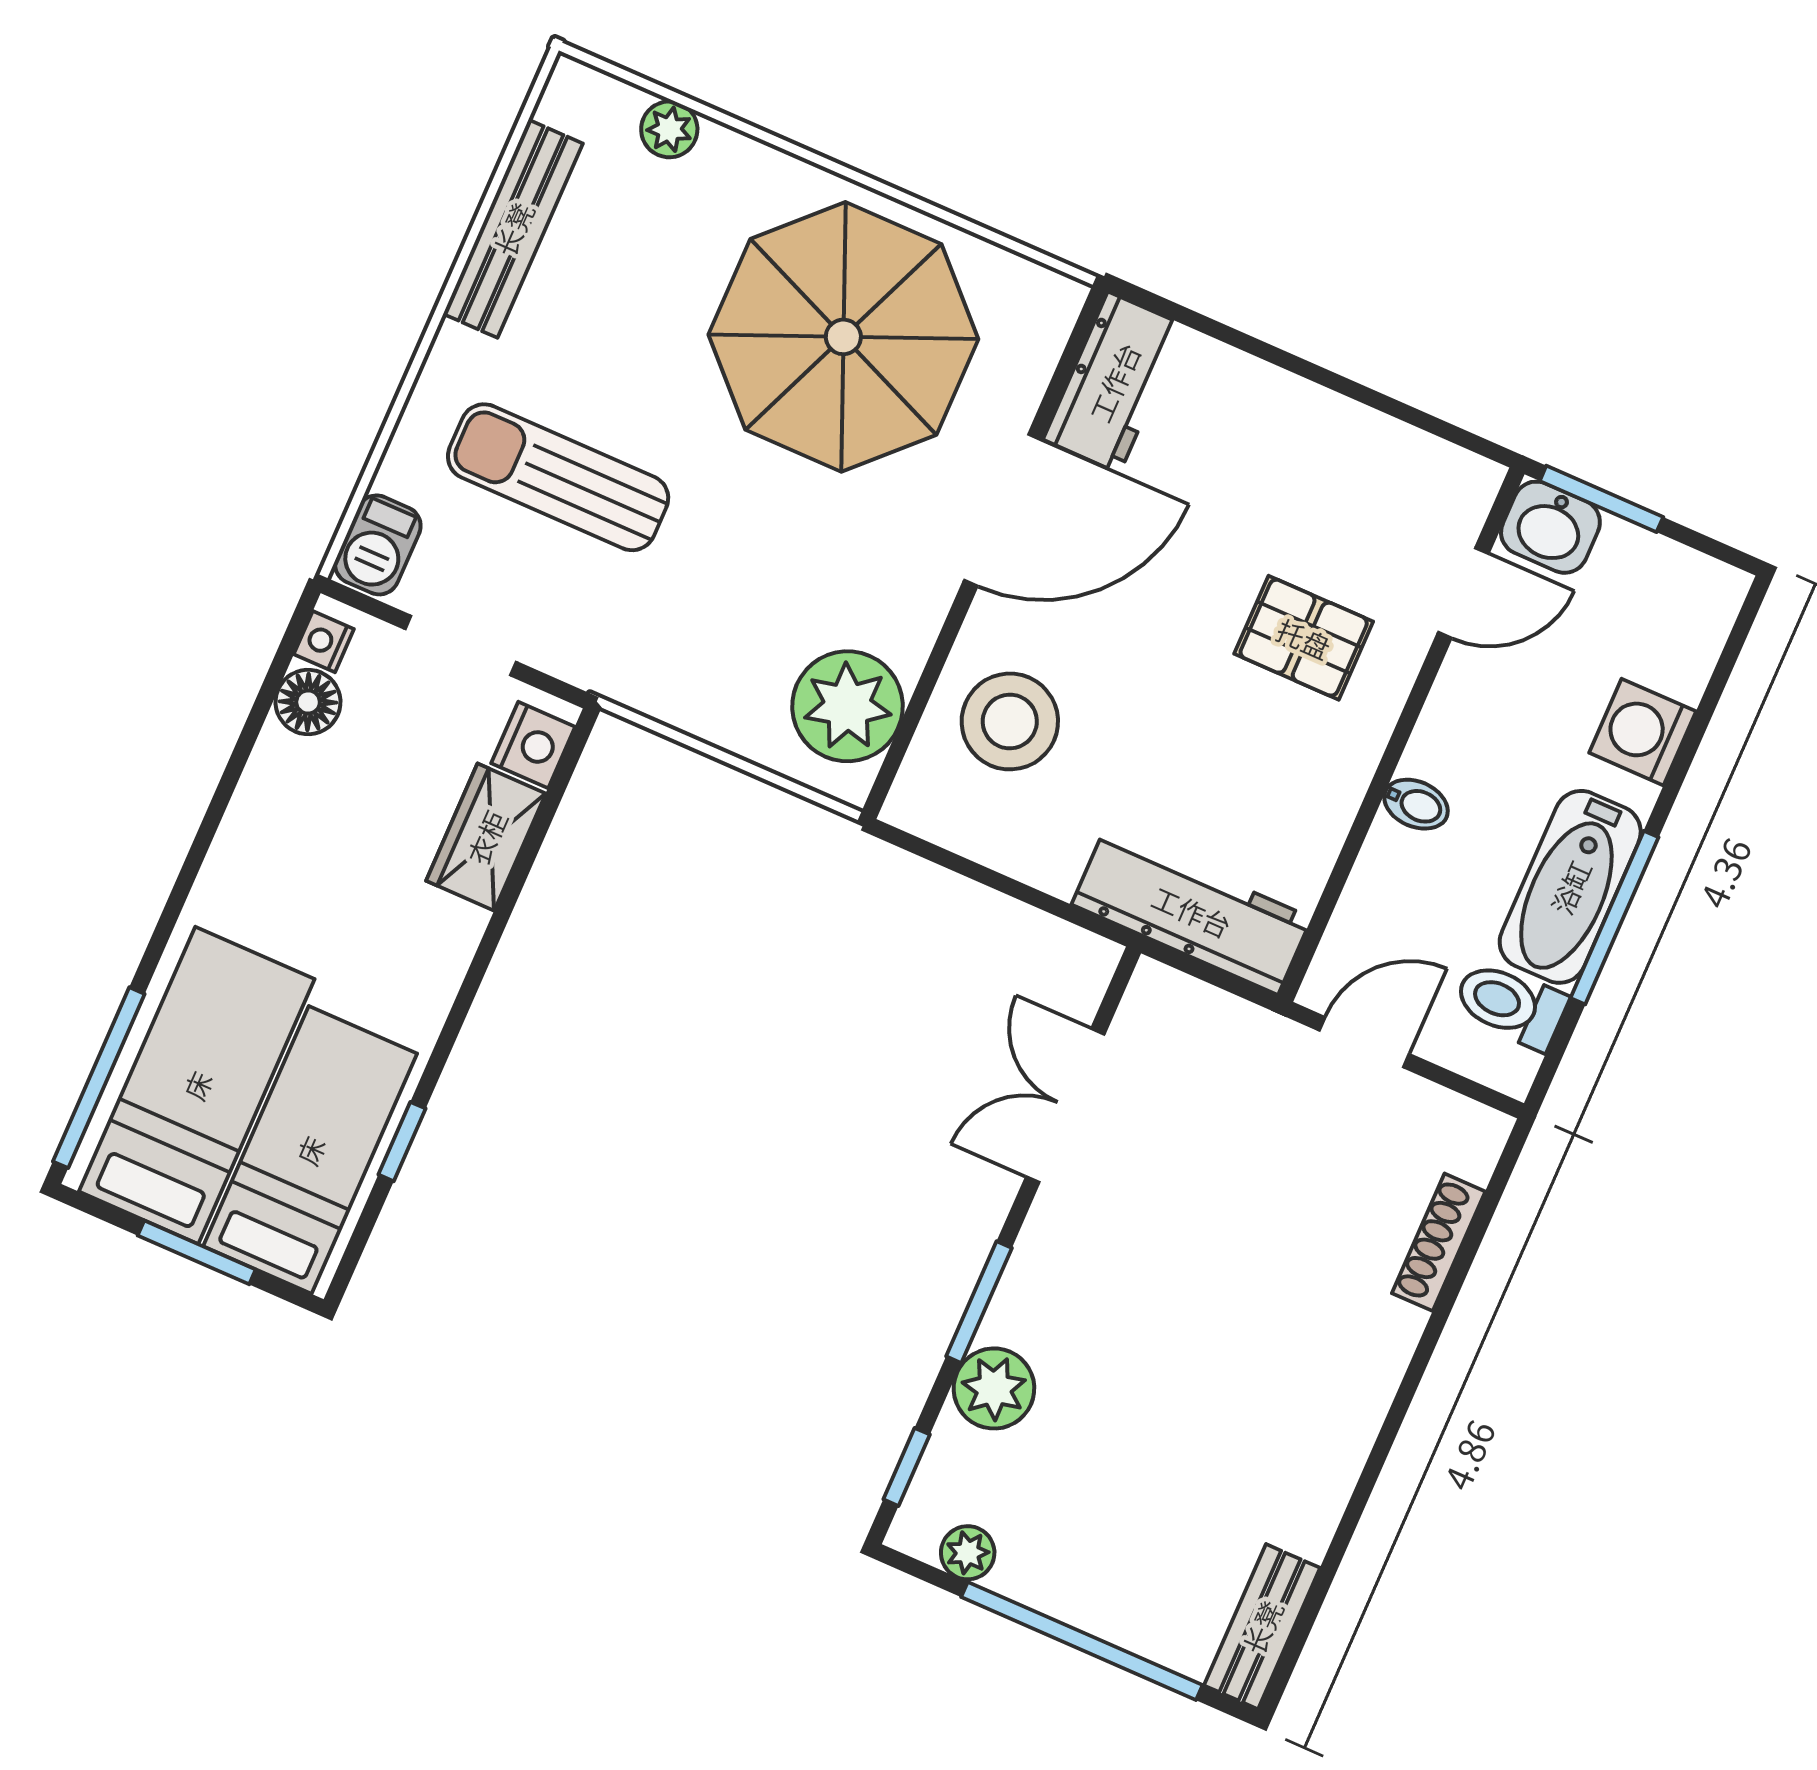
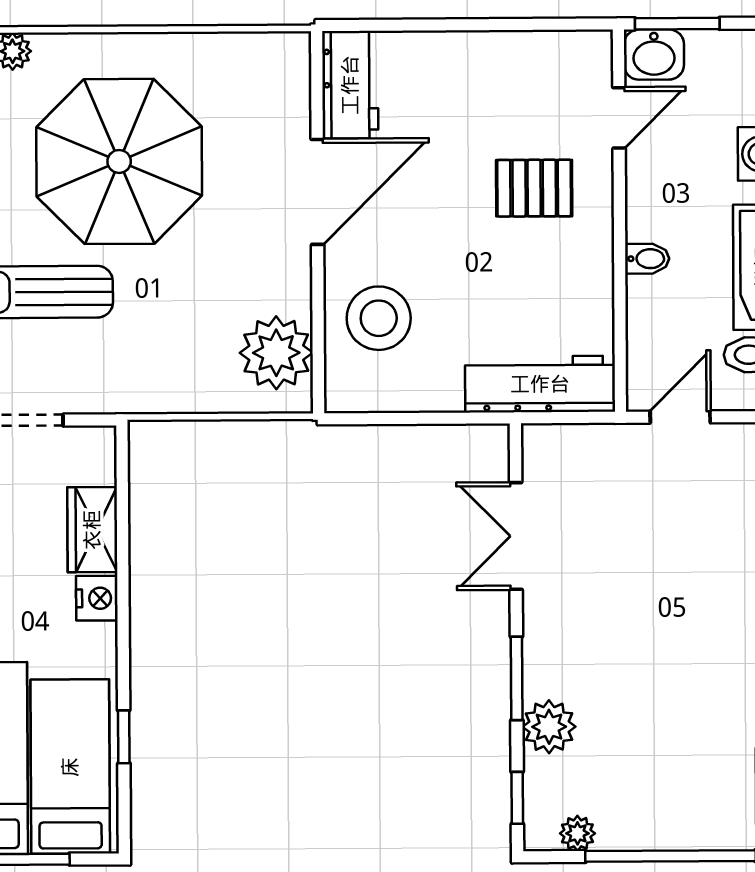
parasol: (843, 337) -> (119, 161), moved
nightstand: (533, 745) -> (97, 598), moved

